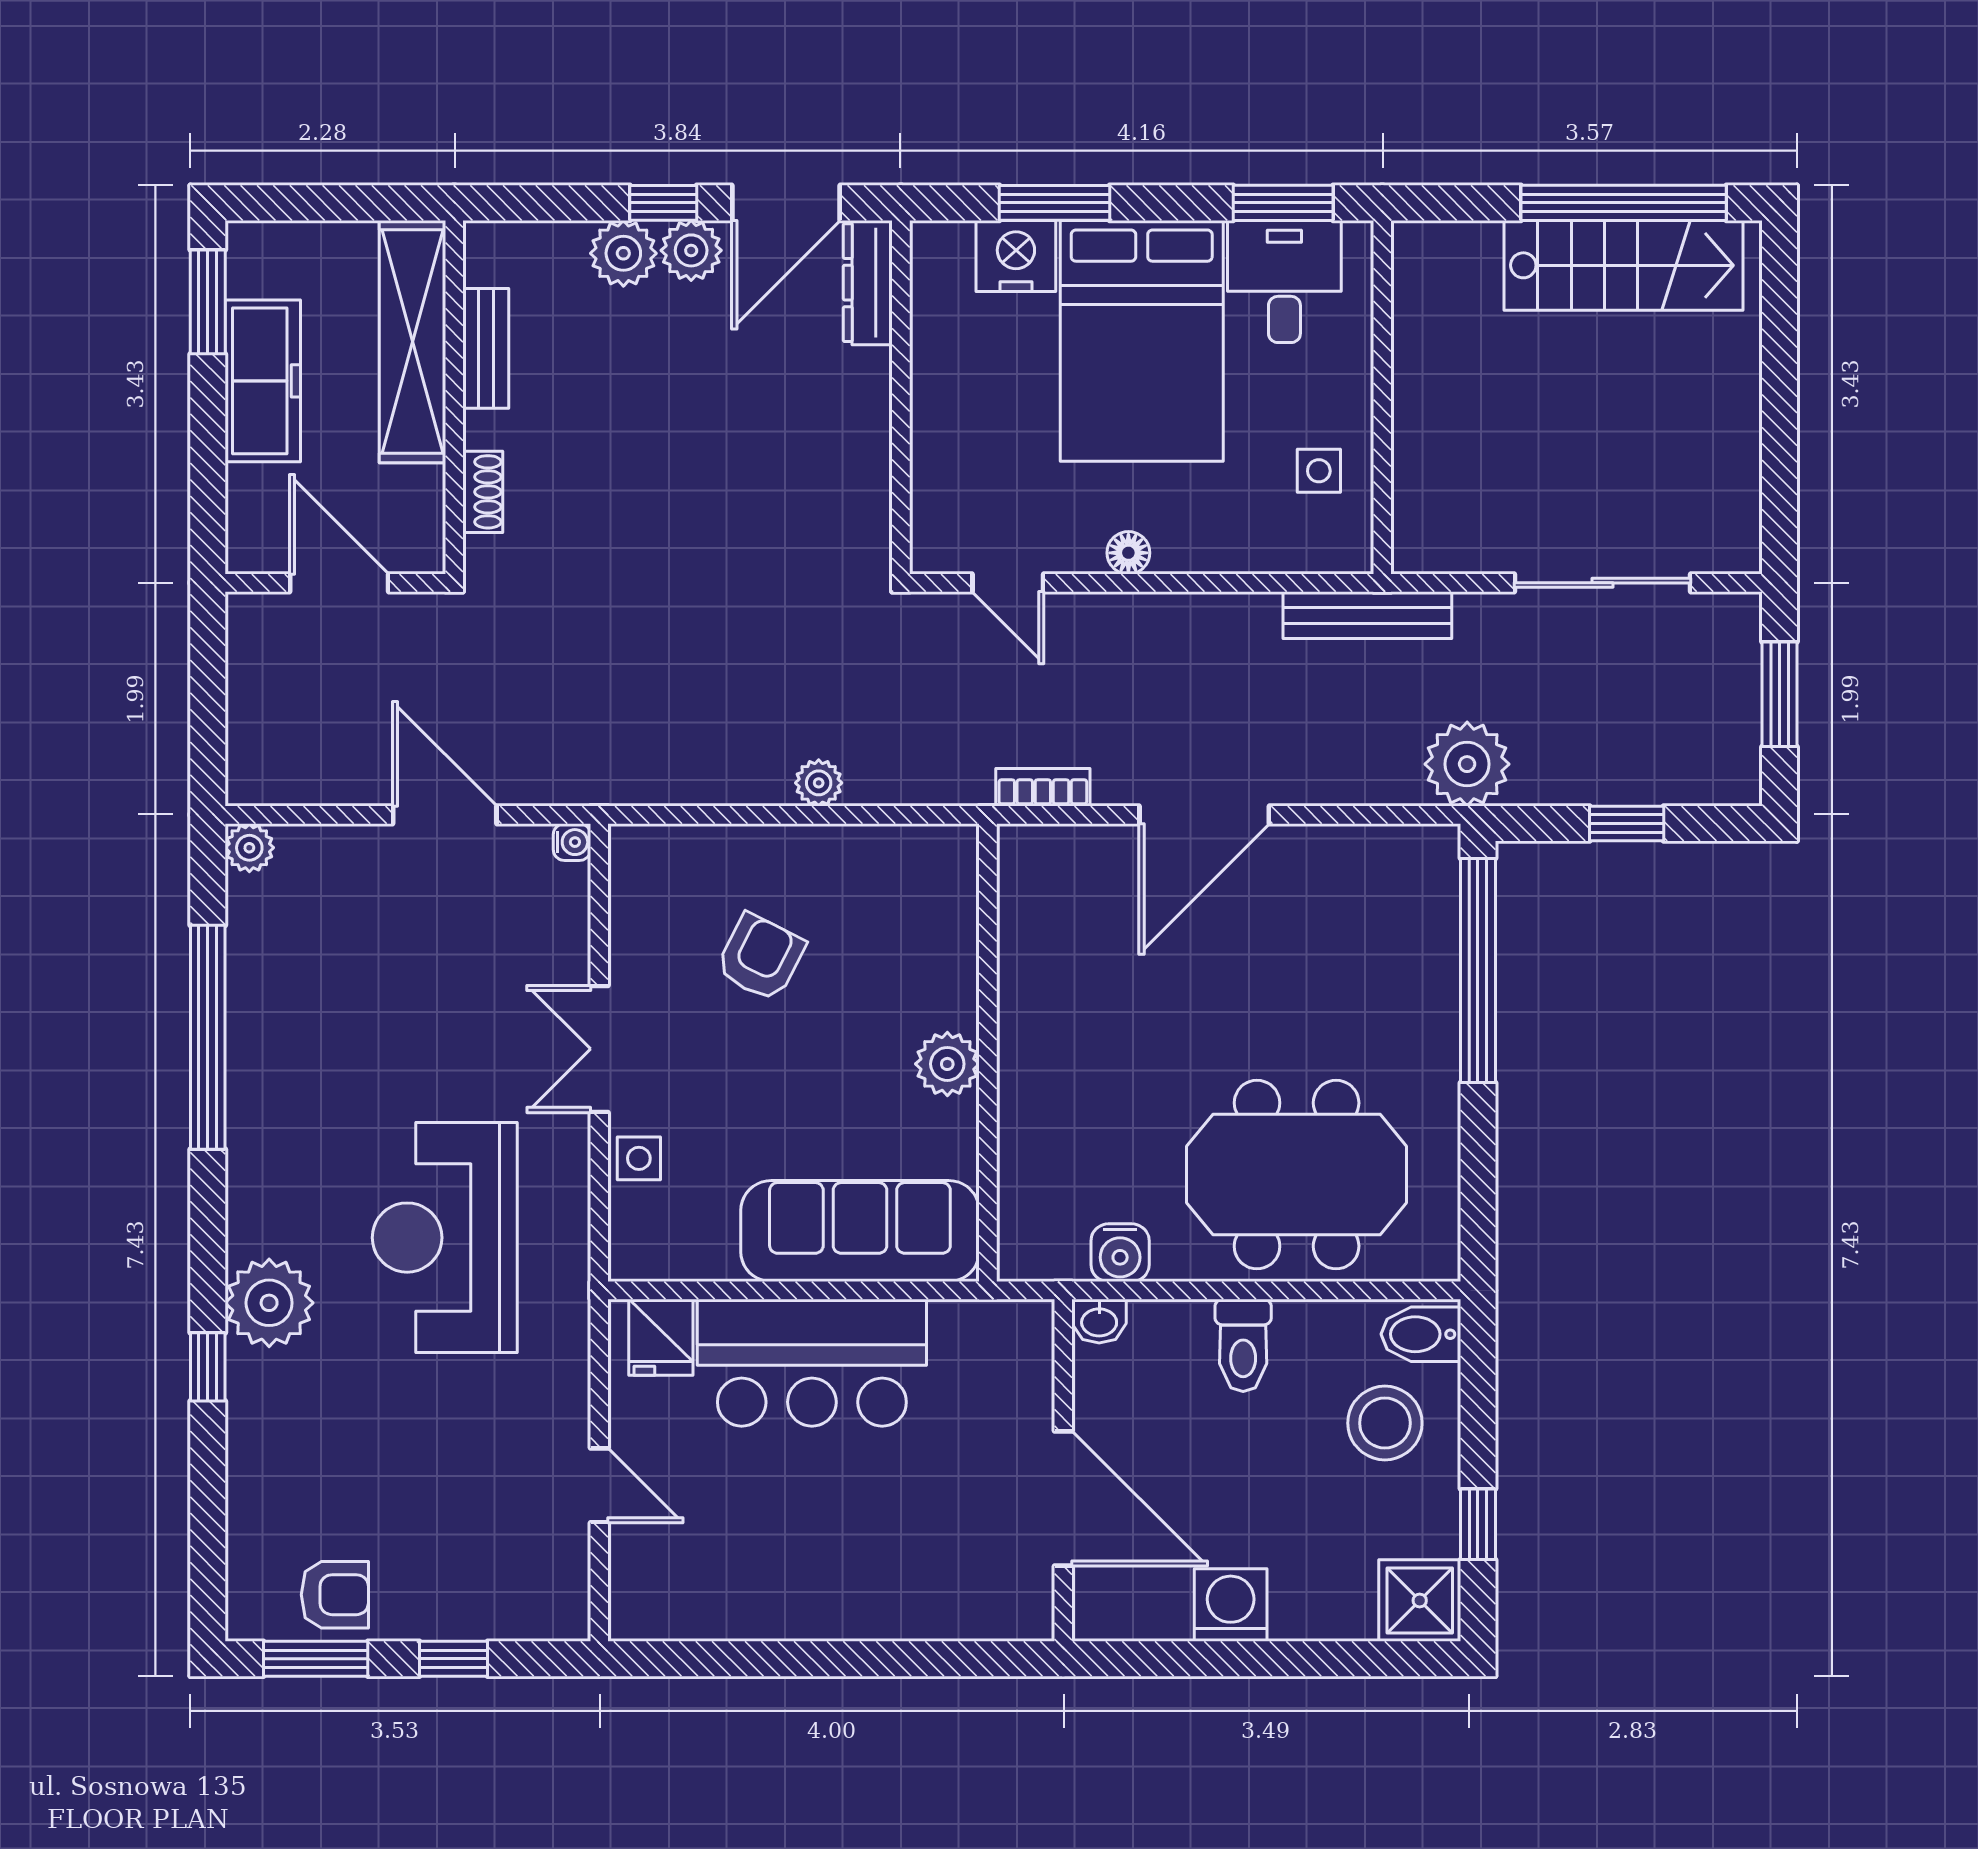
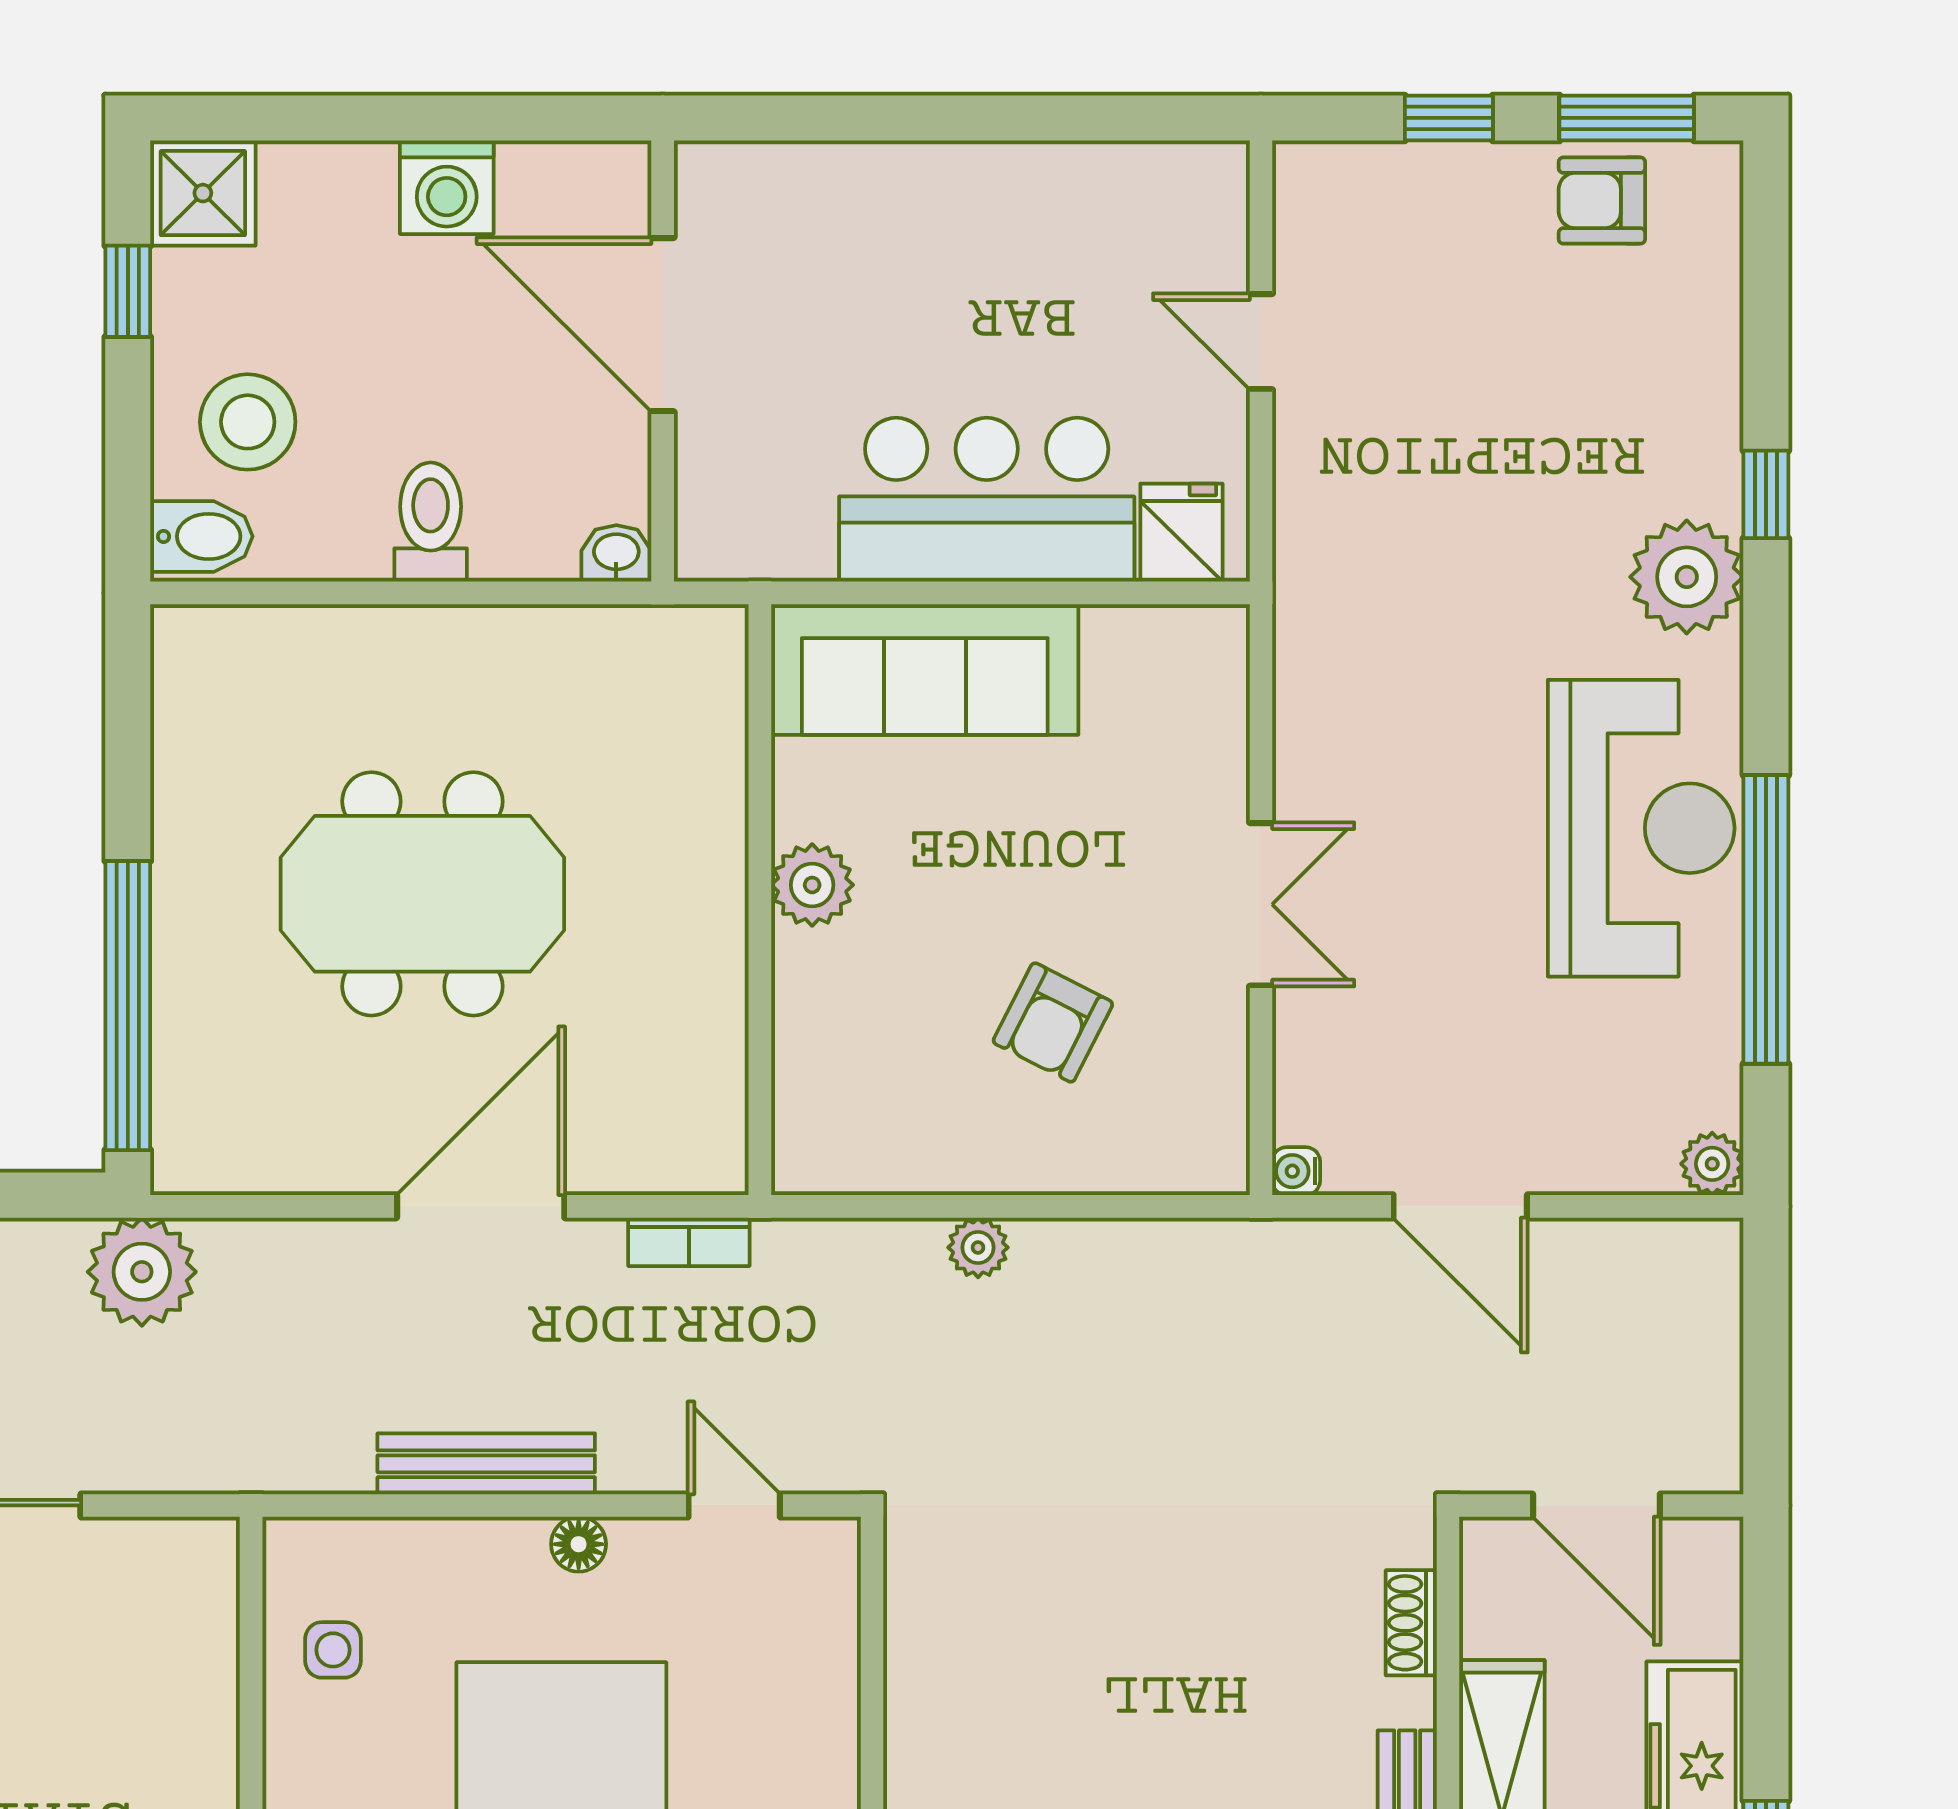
bench: (1367, 615) -> (486, 1464), moved
side table: (639, 1158) -> (1210, 763), removed
meeting table: (1297, 1175) -> (422, 894), moved
reception desk: (445, 1238) -> (1641, 828), moved
water cooler: (1120, 1253) -> (589, 642), removed

